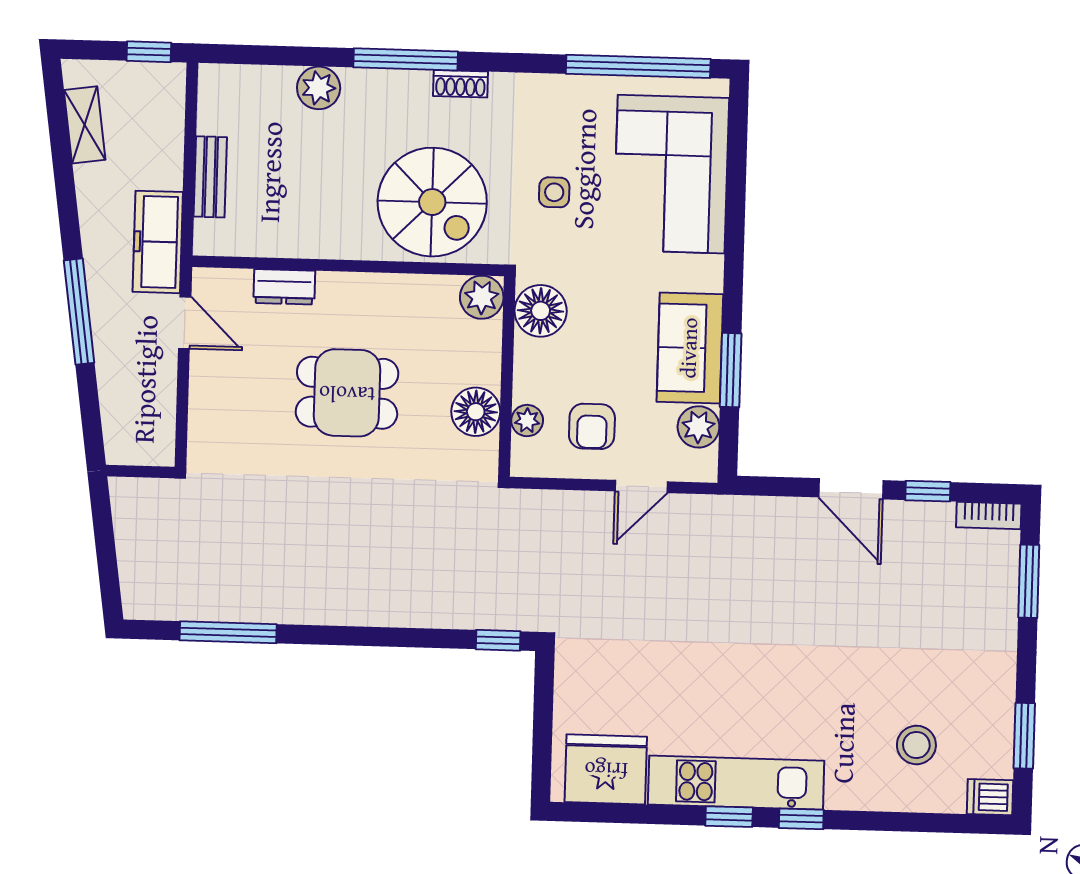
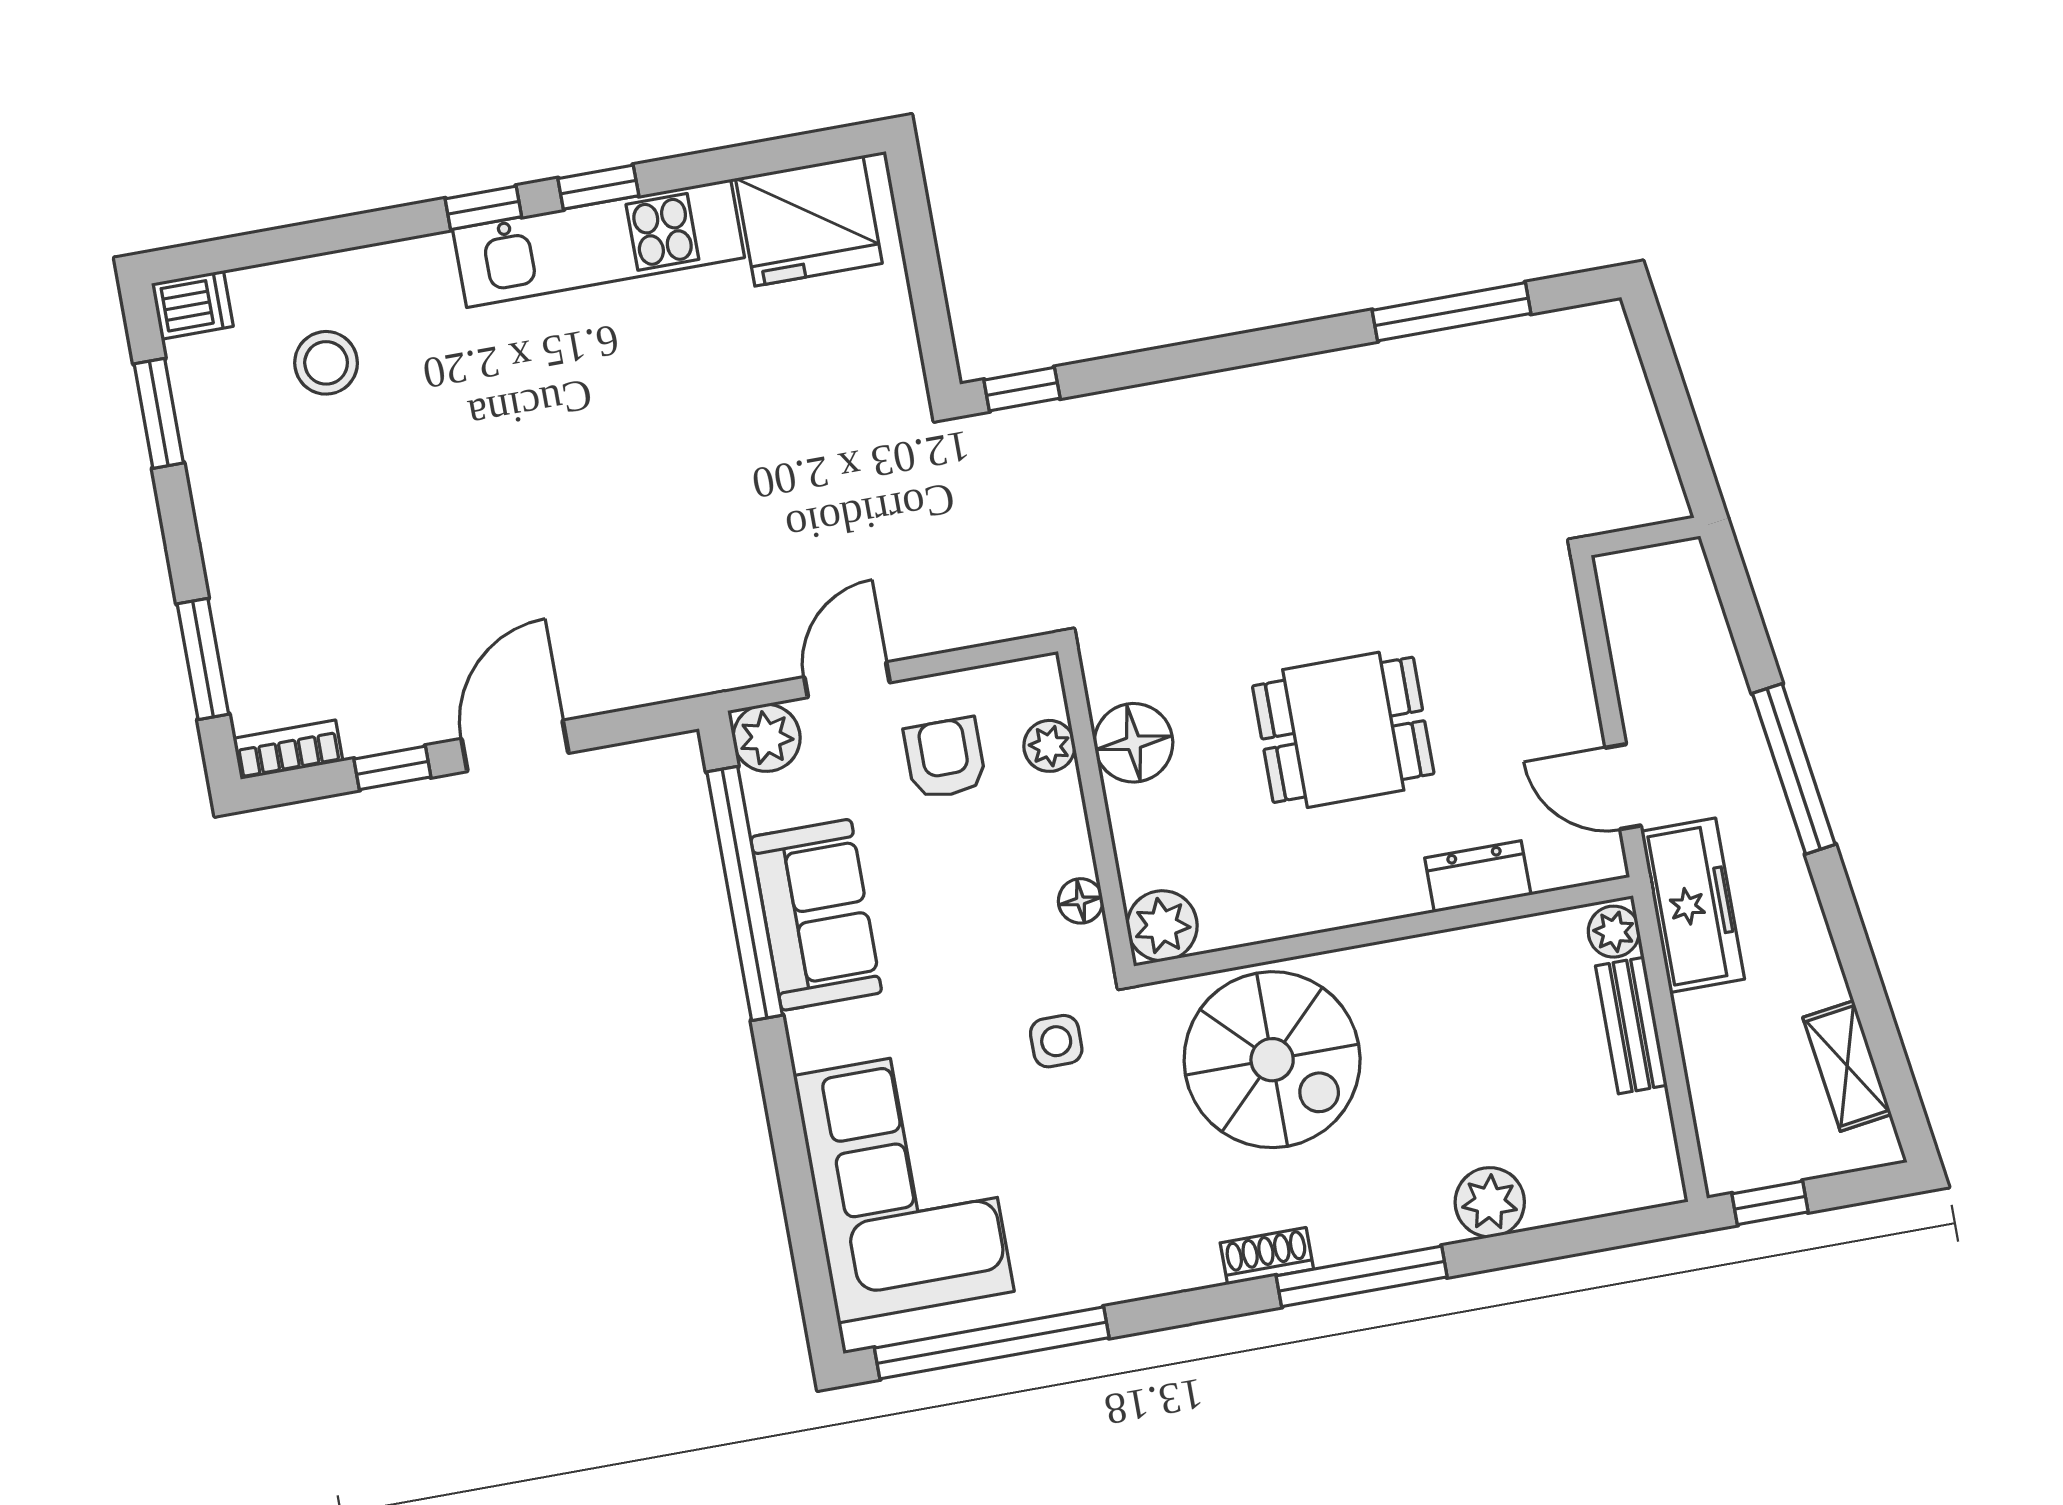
side table: (554, 192) -> (1056, 1041), moved
spiral stairs: (432, 202) -> (1272, 1060), turned 180
plant: (209, 236) -> (1614, 932), added
floor lamp: (541, 311) -> (1081, 901), width x0.53, depth x0.53
window: (731, 370) -> (745, 894), width x2.11
plant: (698, 427) -> (767, 738), moved
door: (851, 489) -> (515, 746), hinge flipped

